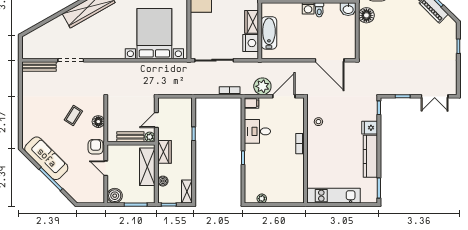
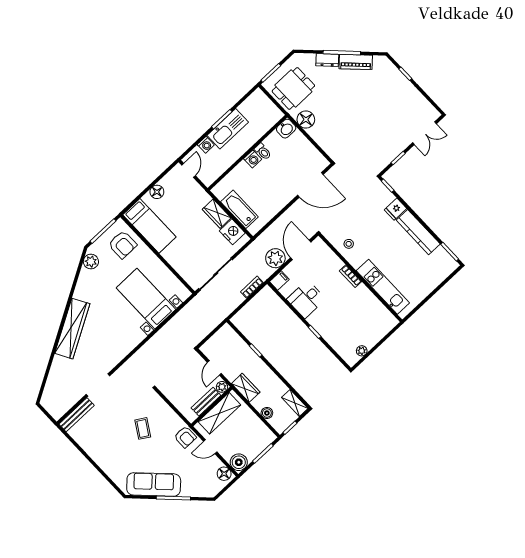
bed with nightstands: (154, 34) -> (146, 299), width x0.73
floor lamp: (98, 122) -> (224, 474), moved
armchair: (96, 147) -> (185, 437), turned 180
shelving: (147, 167) -> (219, 413), moved, turned 90
kitchen unit: (334, 196) -> (383, 287), moved, turned 90

